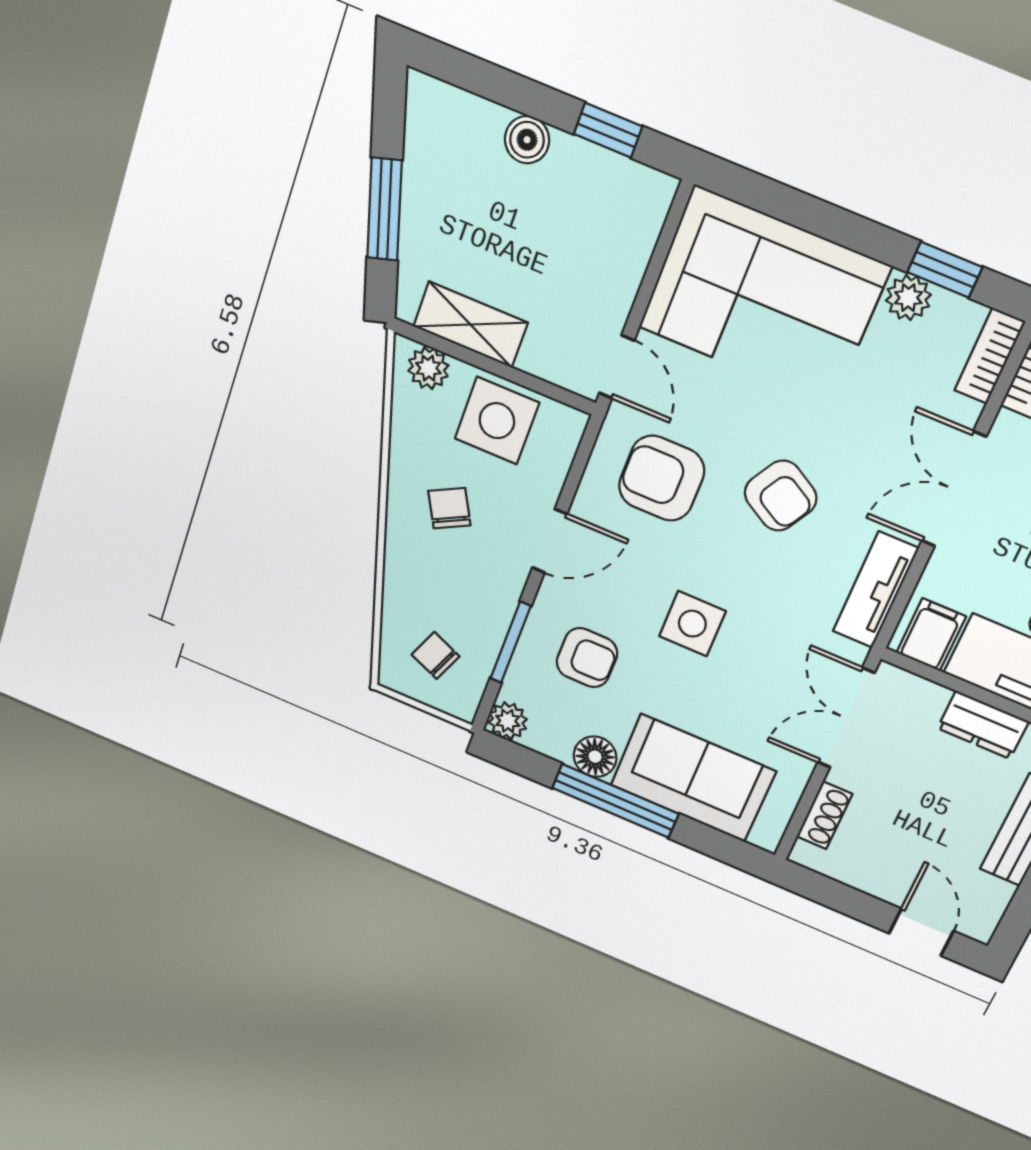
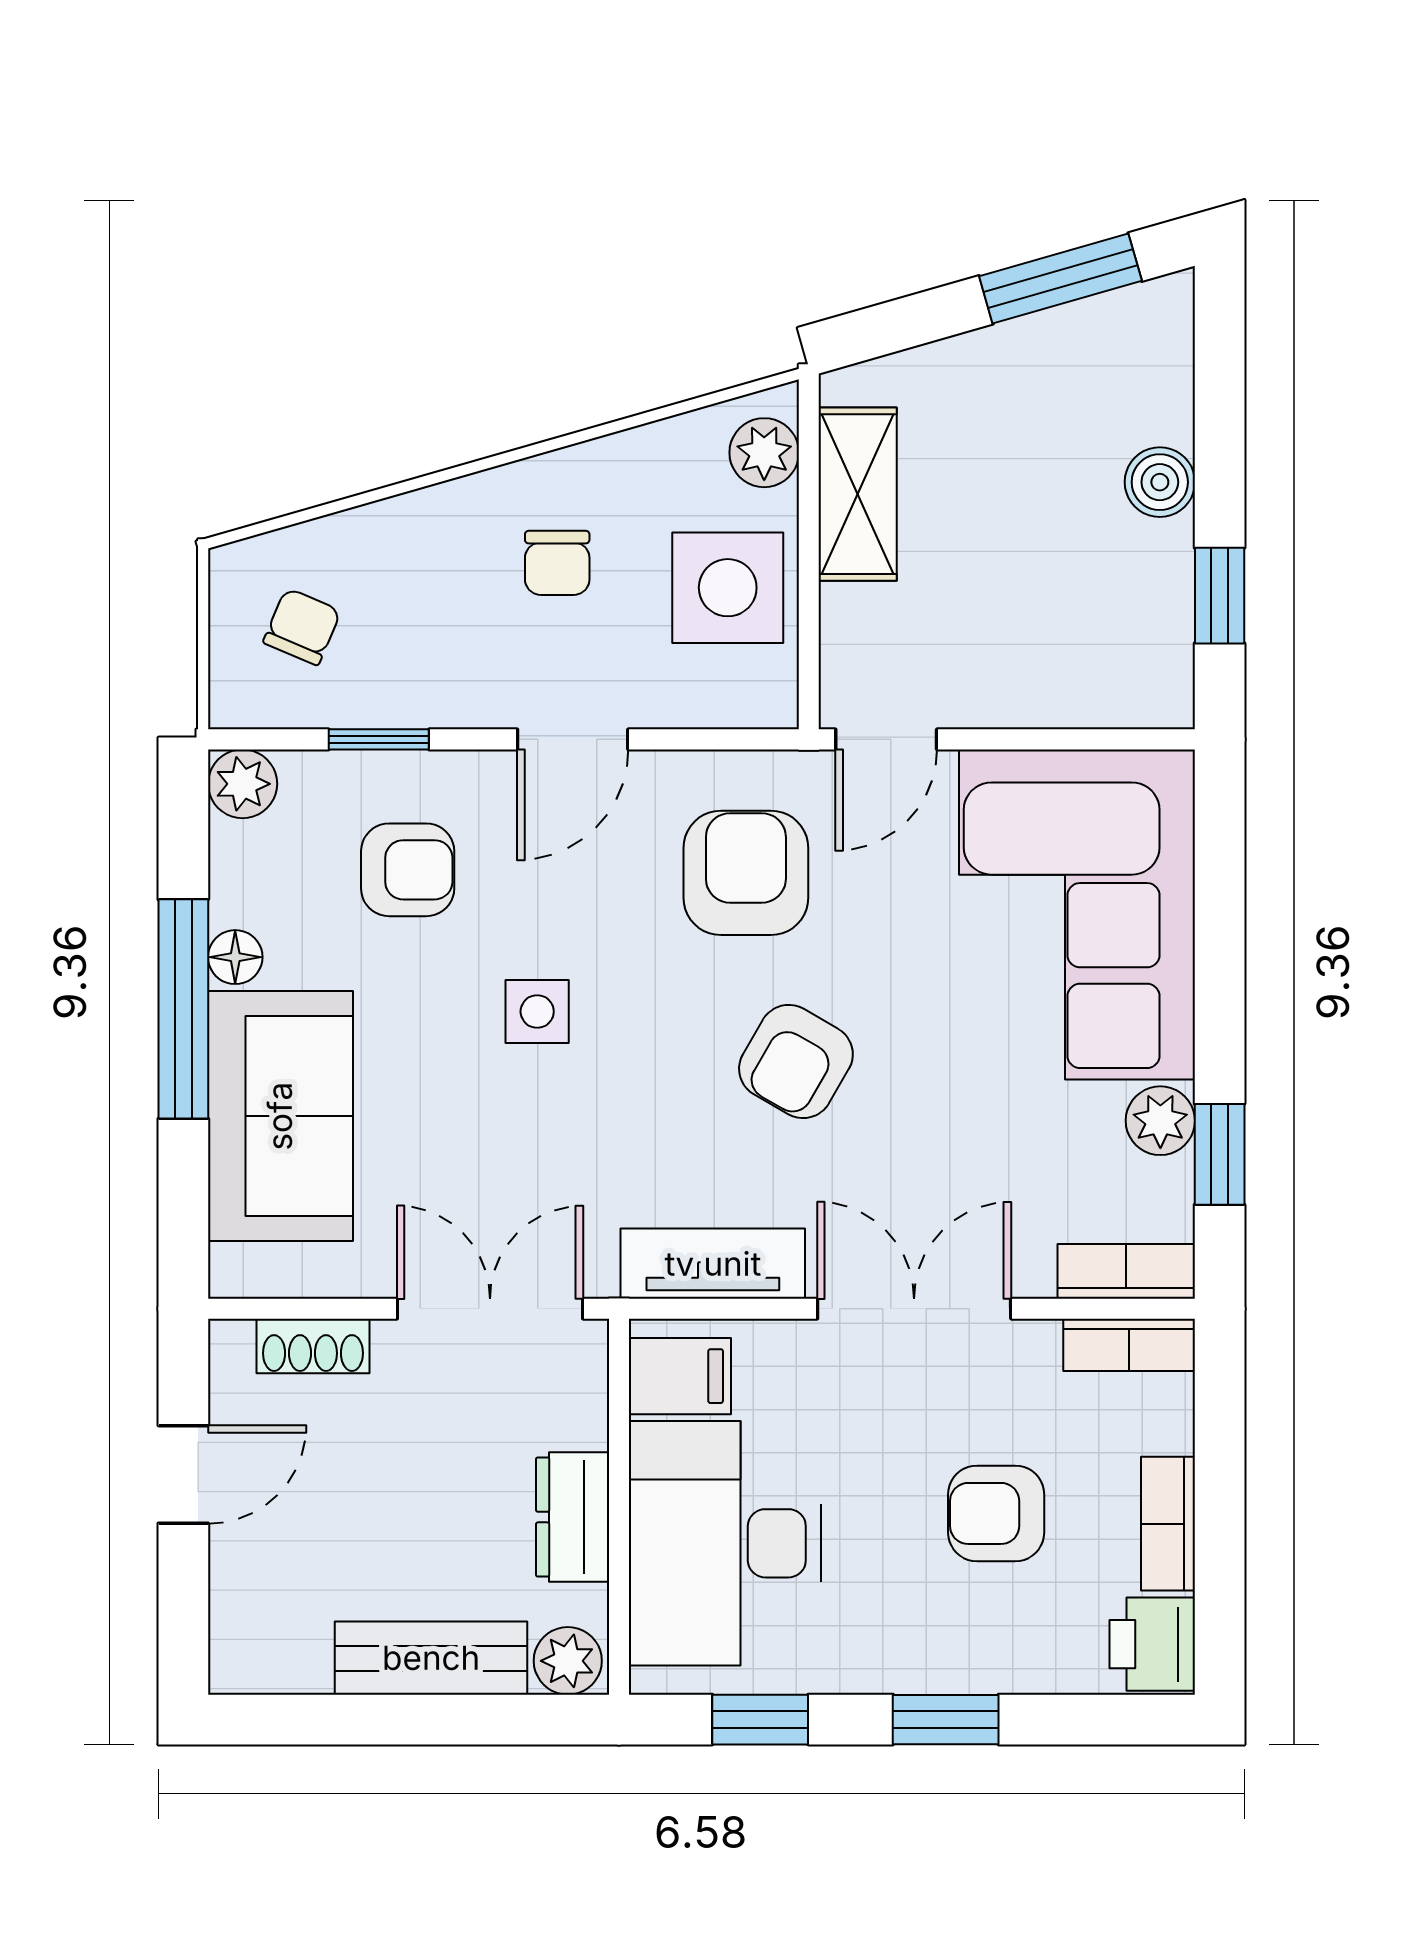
window: (384, 209) -> (1060, 279), moved
chair: (449, 508) -> (557, 563), turned 118
door: (550, 541) -> (573, 739), hinge flipped
side table: (692, 624) -> (537, 1011), width x0.73, depth x0.73
window: (511, 642) -> (379, 739), width x0.67
armchair: (587, 658) -> (408, 870), turned -90
floor lamp: (595, 757) -> (235, 957), width x0.73, depth x0.73
door: (921, 932) -> (183, 1474), moved

